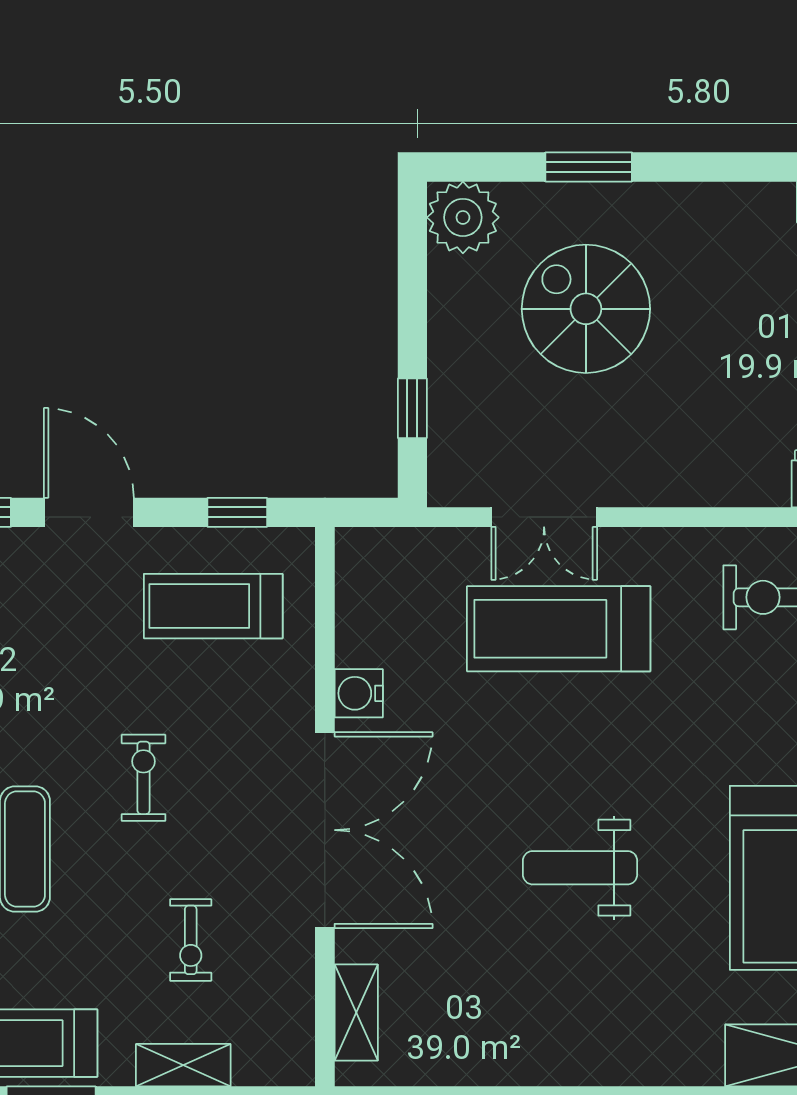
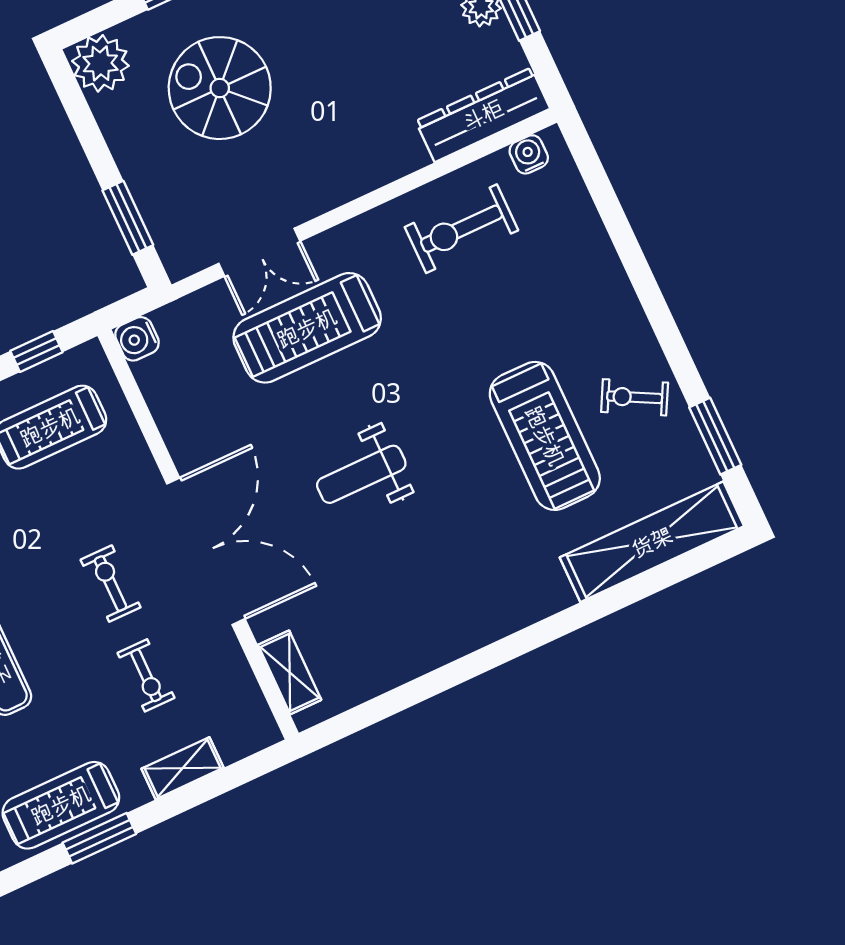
window: (412, 408) -> (128, 218), width x1.50
water cooler: (359, 693) -> (137, 339), moved
exercise bike: (143, 778) -> (111, 584), moved
weight bench: (580, 868) -> (361, 474), moved

